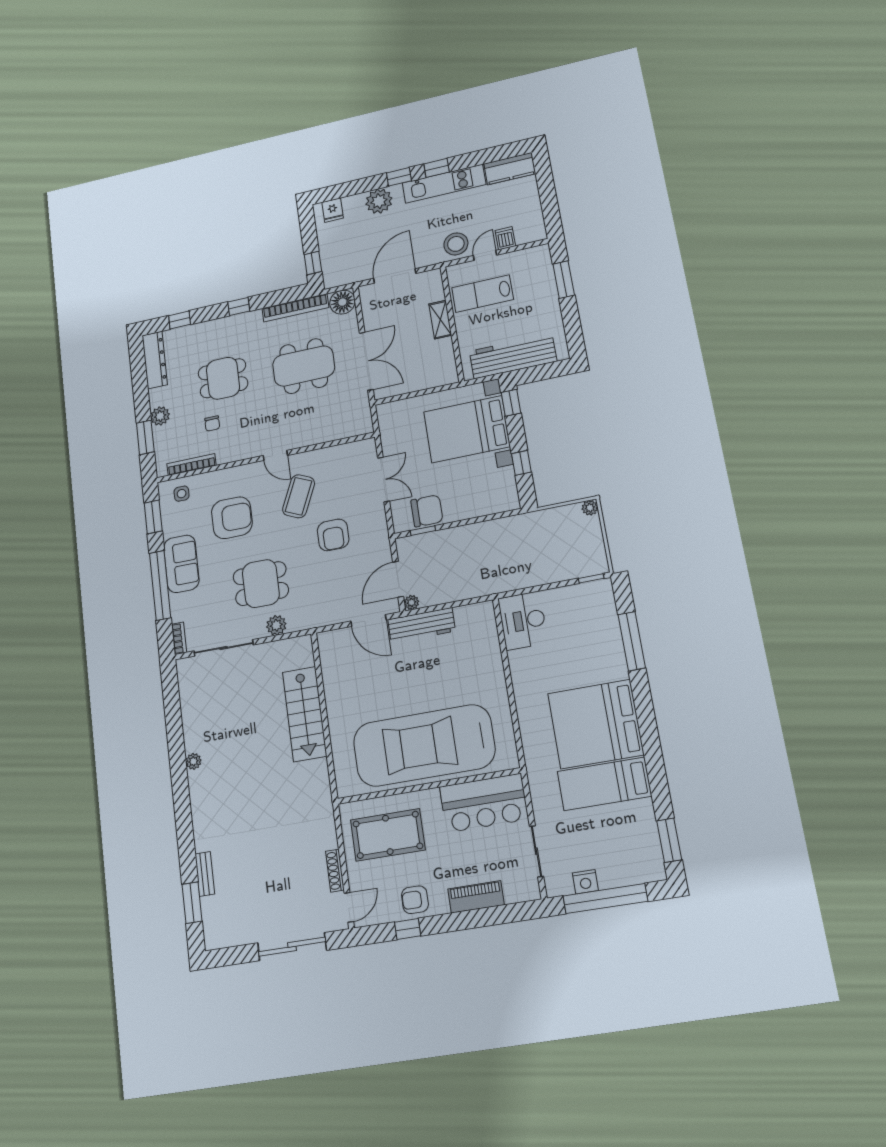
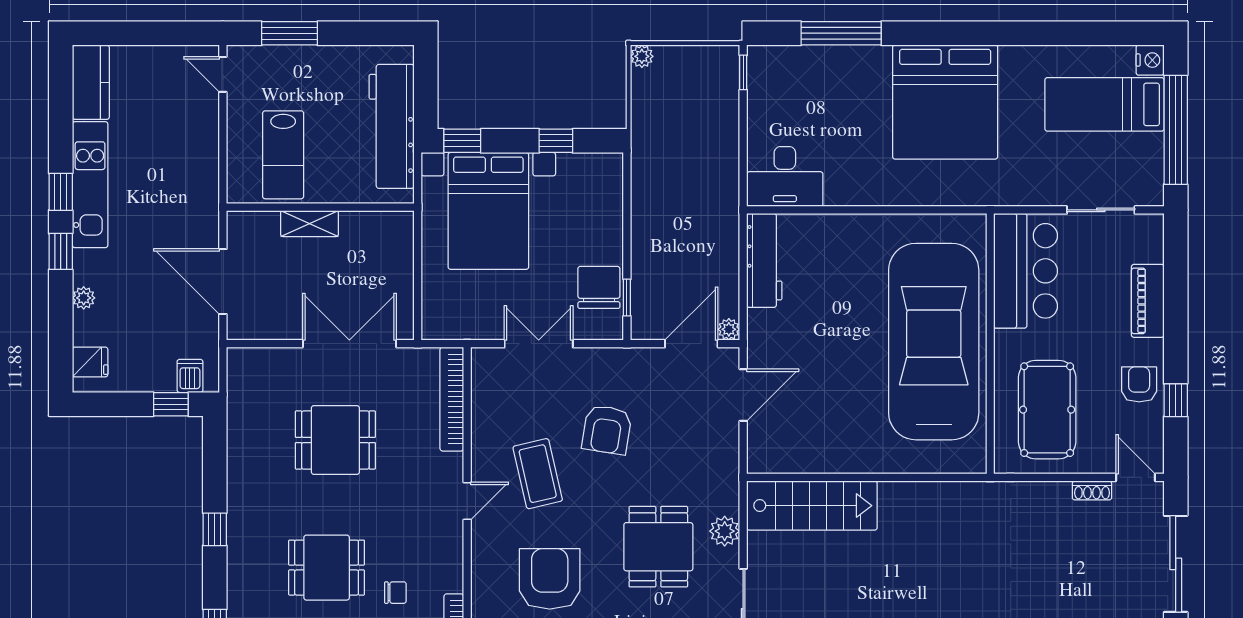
plant: (379, 201) -> (84, 298), width x0.53, depth x0.53
dishwasher: (505, 238) -> (190, 376), moved, turned 90
stool: (456, 244) -> (194, 182), removed
door: (485, 255) -> (223, 74), moved
floor lamp: (342, 302) -> (246, 367), removed
bookcase: (295, 308) -> (452, 399), moved, turned 180
dining table: (304, 366) -> (335, 440), width x0.73
dining table: (223, 378) -> (327, 568), turned 90
coffee table: (299, 496) -> (538, 474), turned 53
armchair: (333, 535) -> (607, 430), turned 99
door: (398, 579) -> (691, 344), swing flipped
workbench: (422, 625) -> (764, 260), moved
stairs: (305, 714) -> (812, 506), moved
car: (424, 745) -> (934, 342), turned 180
bed: (604, 784) -> (1104, 104), moved, turned 90
window: (669, 840) -> (1114, 33), removed
shoe rack: (335, 871) -> (1092, 490), width x0.70
nightstand: (585, 882) -> (1150, 60), moved
armchair: (415, 900) -> (1139, 384), turned 180

